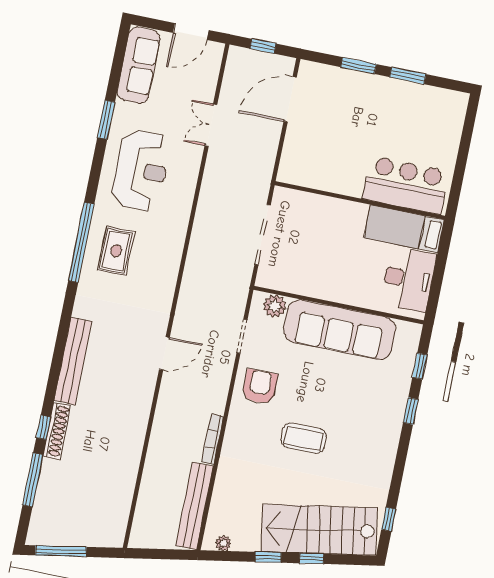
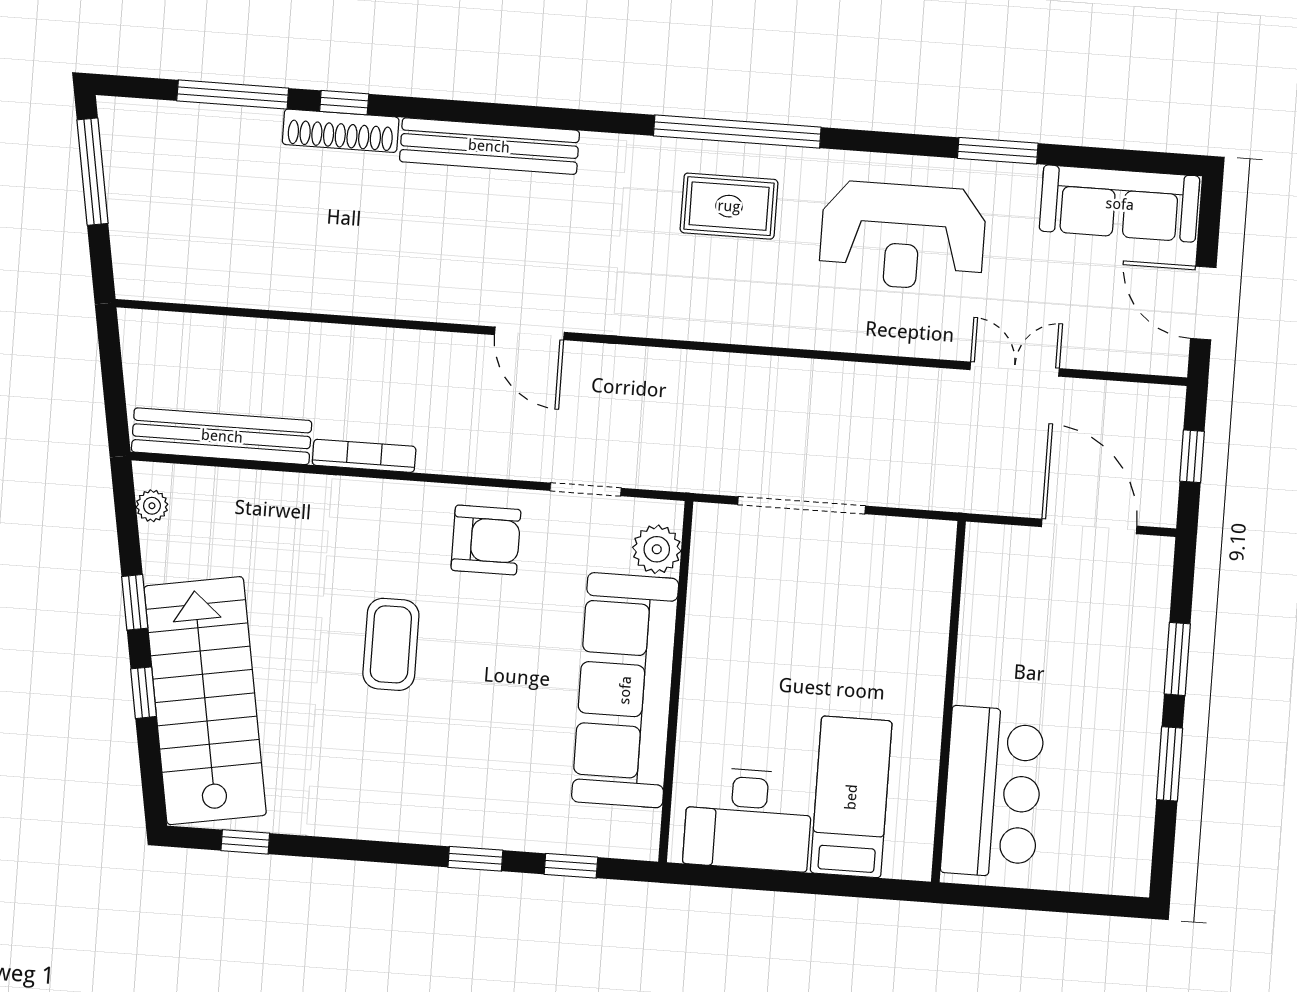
bar counter: (406, 185) -> (993, 792), moved
wall: (360, 200) -> (948, 702), moved

